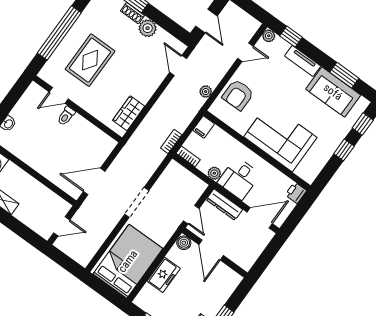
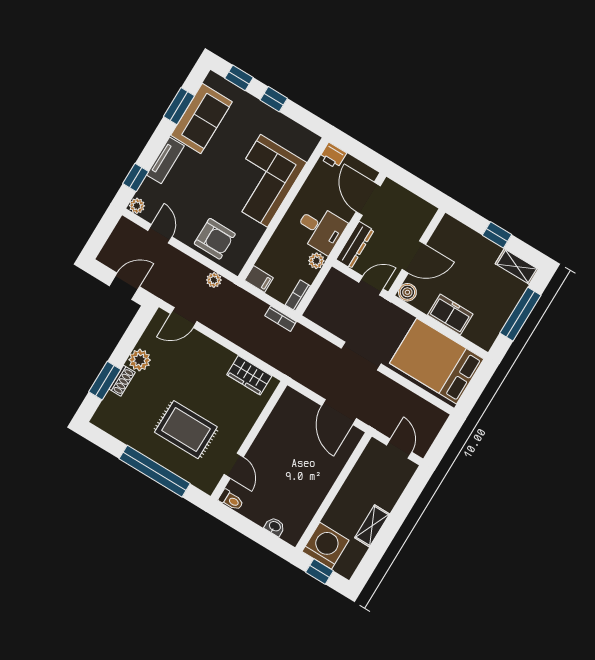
toilet: (66, 116) -> (231, 500), moved

